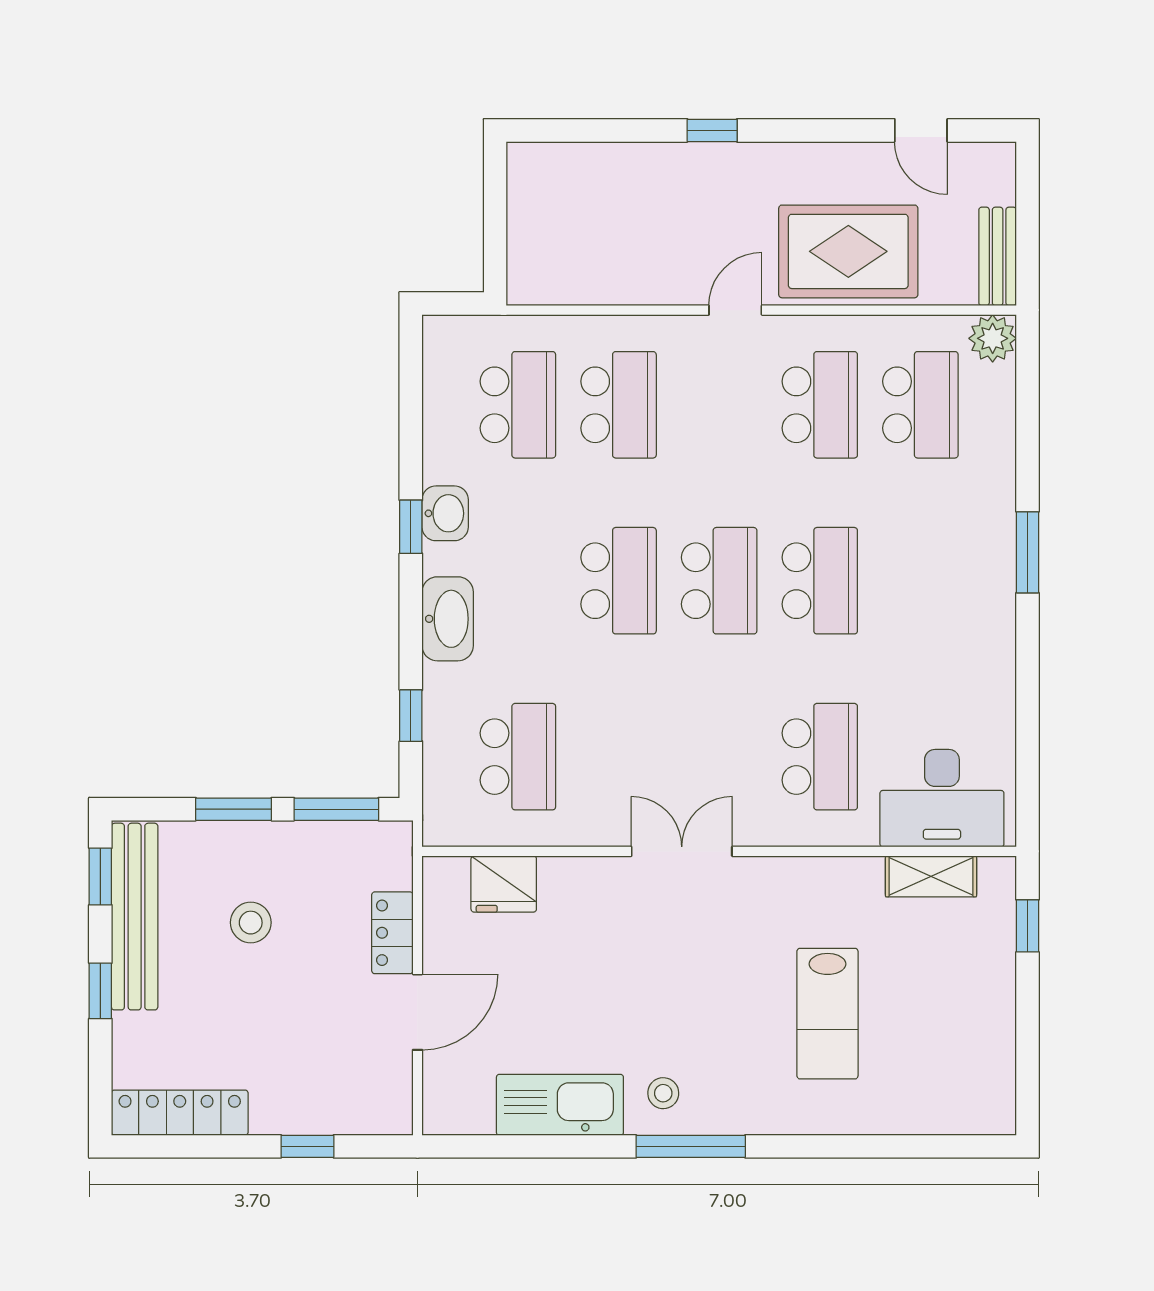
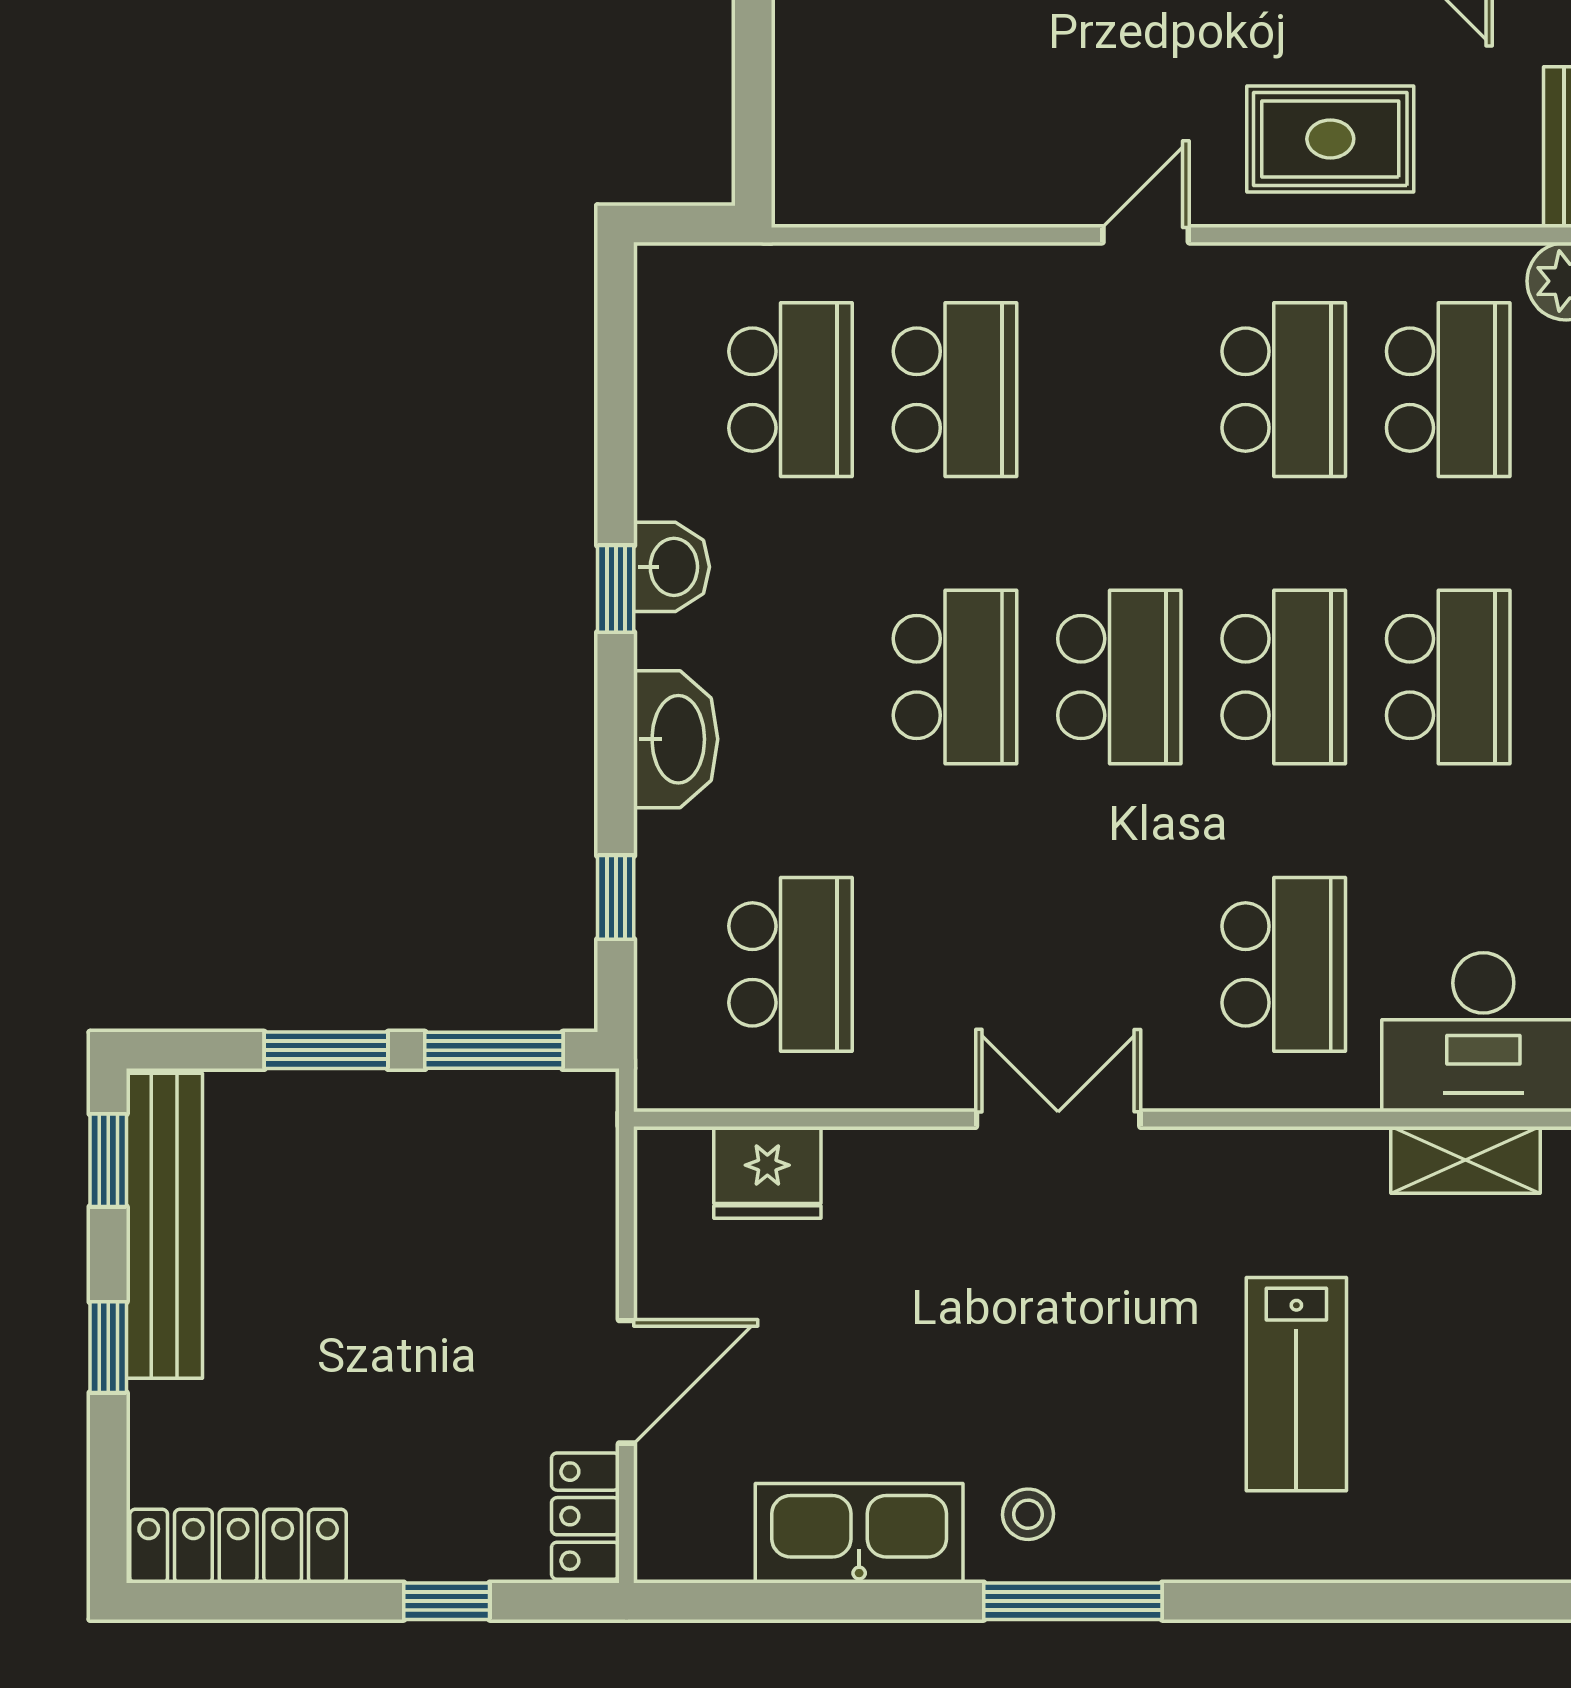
rug: (848, 251) -> (1330, 139), width x0.73, depth x0.70
school desk: (920, 581) -> (1448, 677), added
stool: (251, 923) -> (354, 1235), removed
locker: (392, 933) -> (585, 1516), moved

